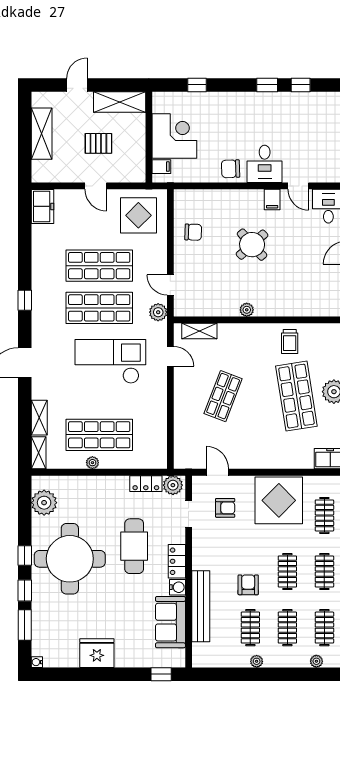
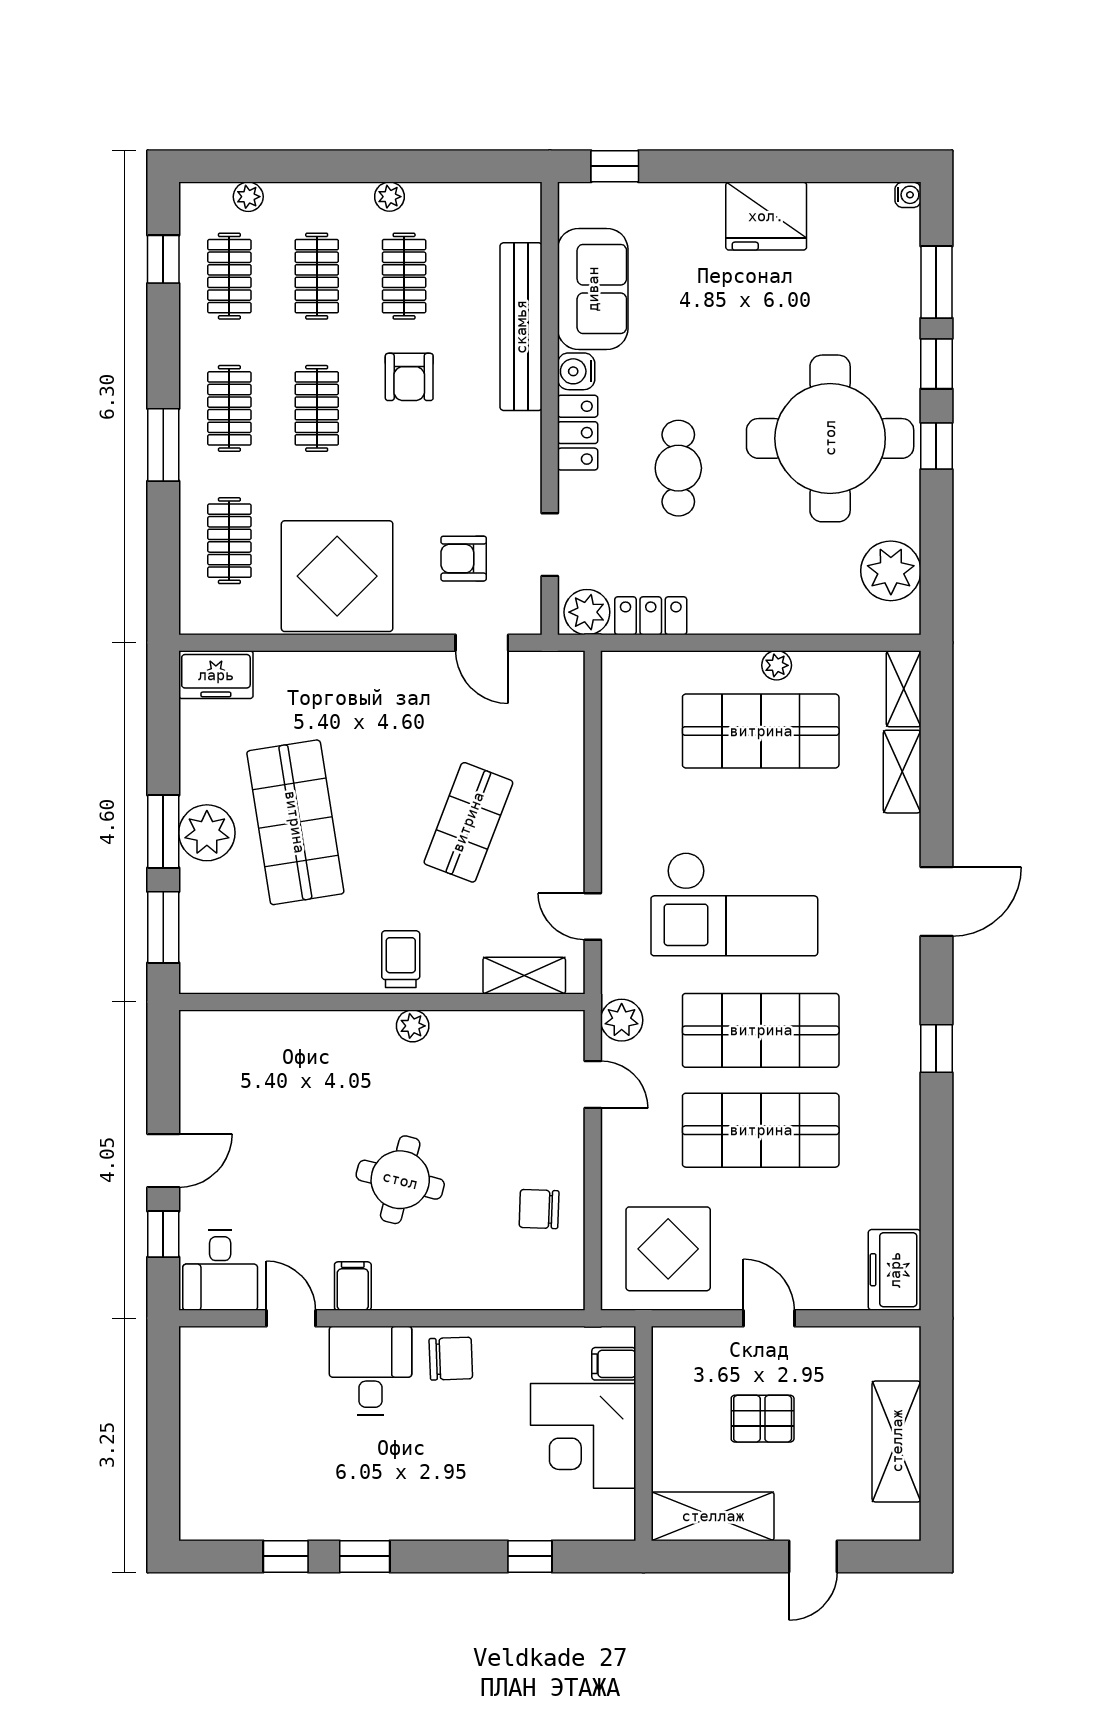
round table: (252, 245) -> (400, 1180), turned -34
trolley: (290, 342) -> (401, 959), moved
cafe table: (134, 546) -> (678, 468), width x0.73, depth x0.74

